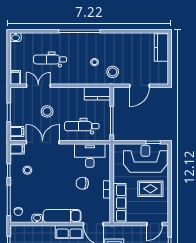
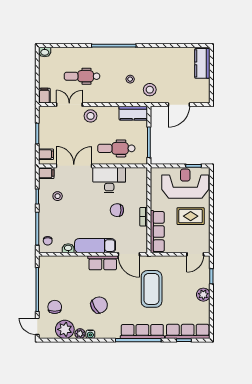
stool: (47, 111) -> (91, 116), moved
desk: (90, 156) -> (109, 180), moved

